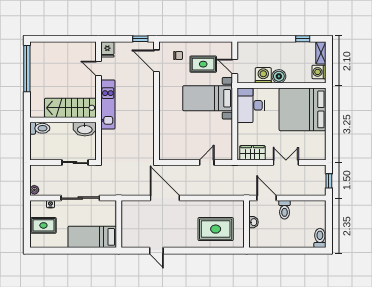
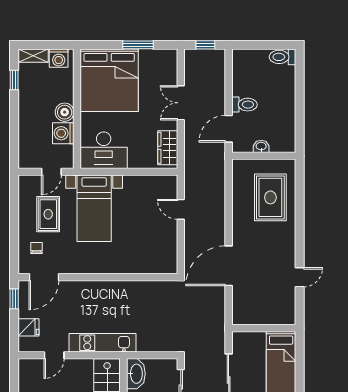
fridge: (107, 49) -> (28, 327), moved
window: (329, 131) -> (138, 45), added

